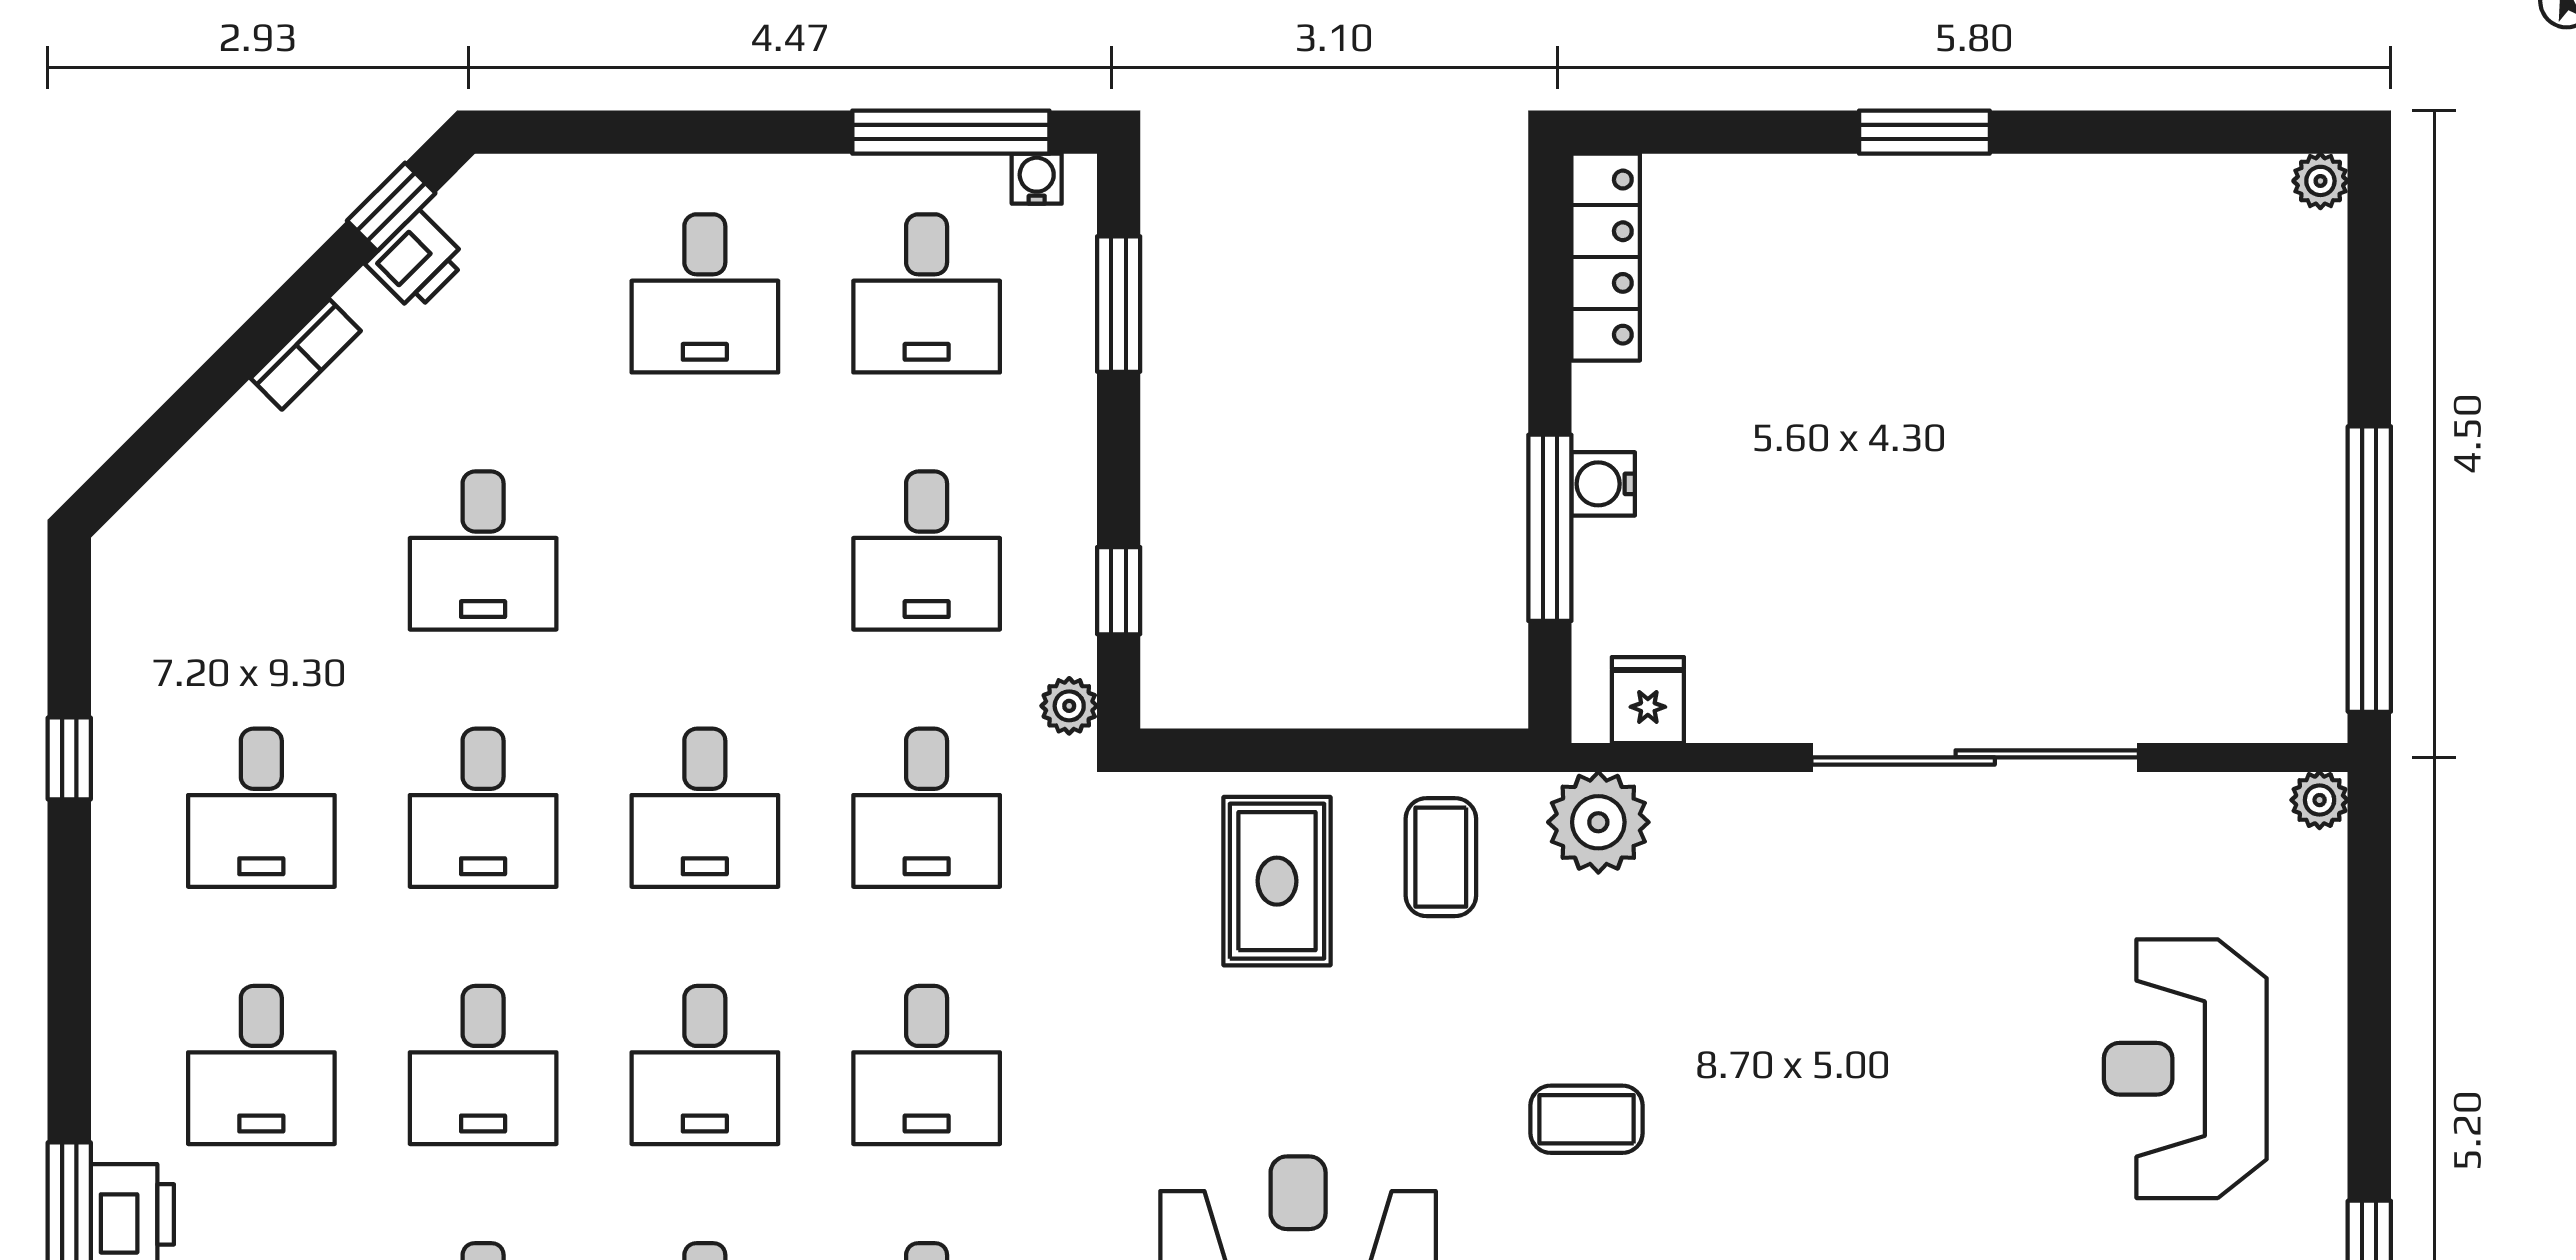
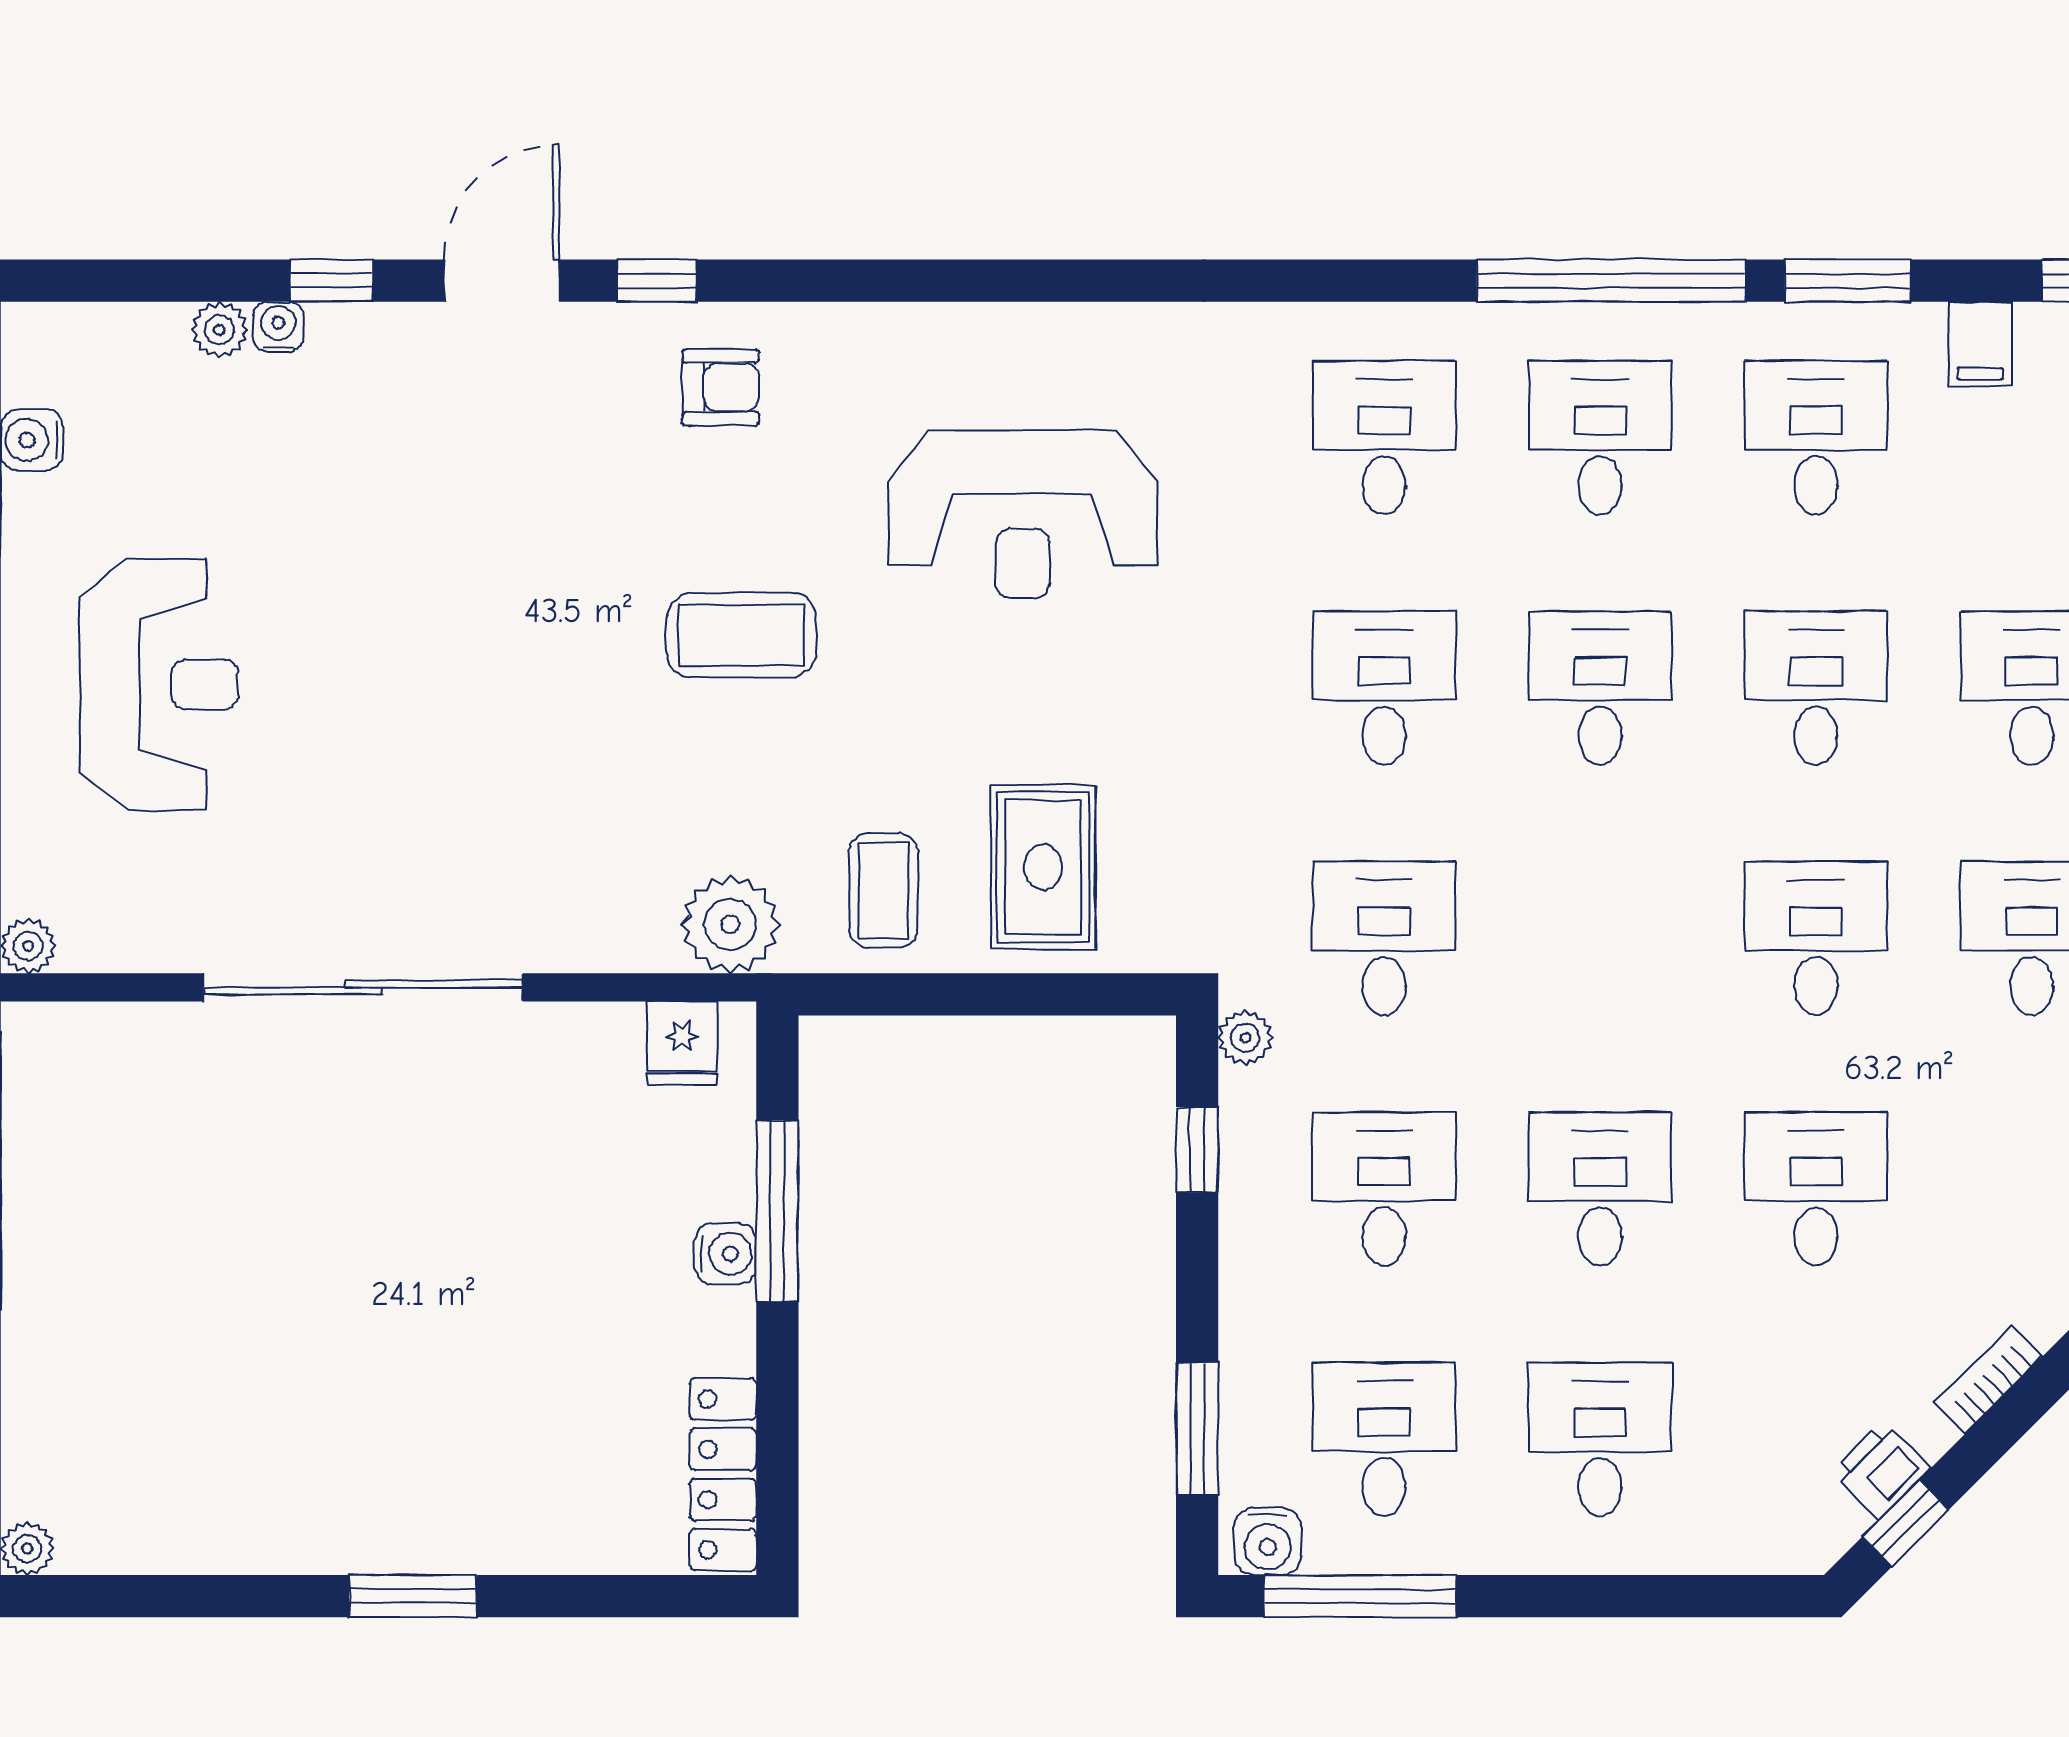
water cooler: (1037, 179) -> (1268, 1541), width x1.38, depth x1.38
desk: (705, 808) -> (1600, 1189), moved
coffee table: (1587, 1119) -> (742, 635), width x1.36, depth x1.30

